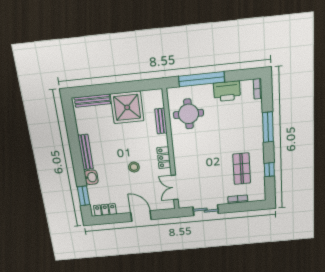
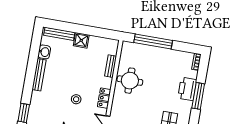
printer: (227, 91) -> (187, 89), moved, turned 90
shower: (127, 107) -> (81, 40), width x0.54, depth x0.54
round table: (188, 114) -> (130, 81), moved
washbasin: (91, 177) -> (44, 52), moved

